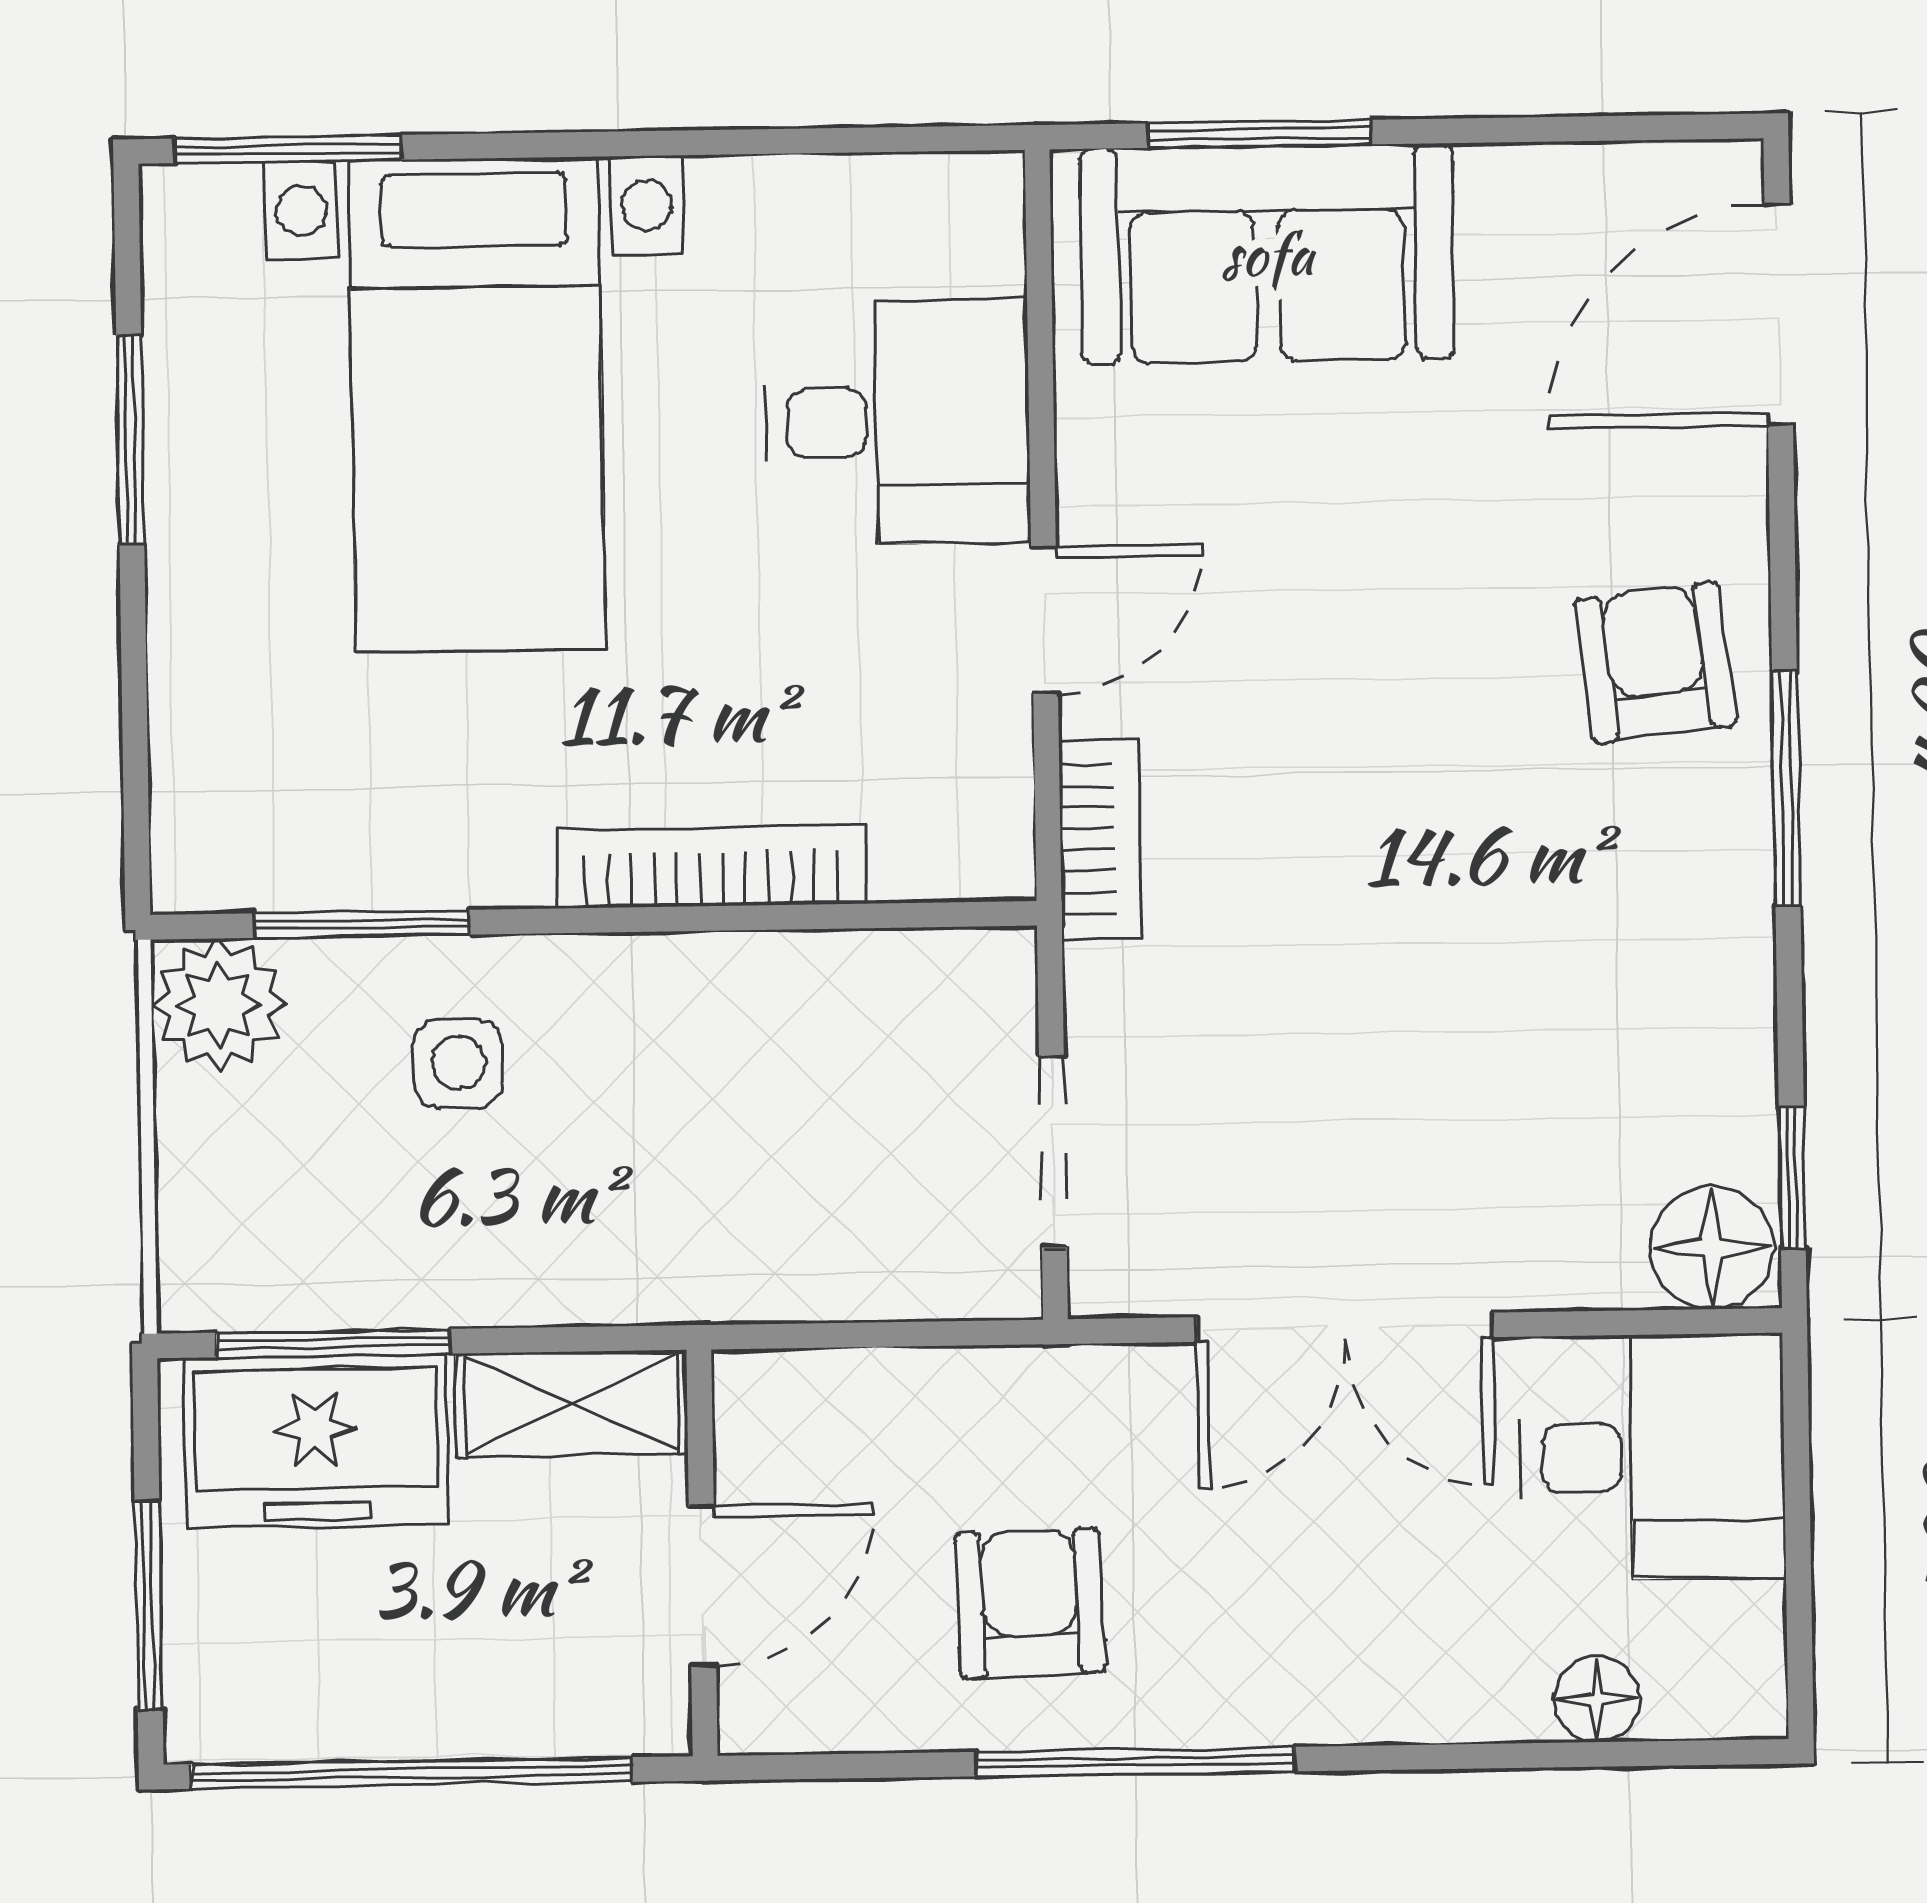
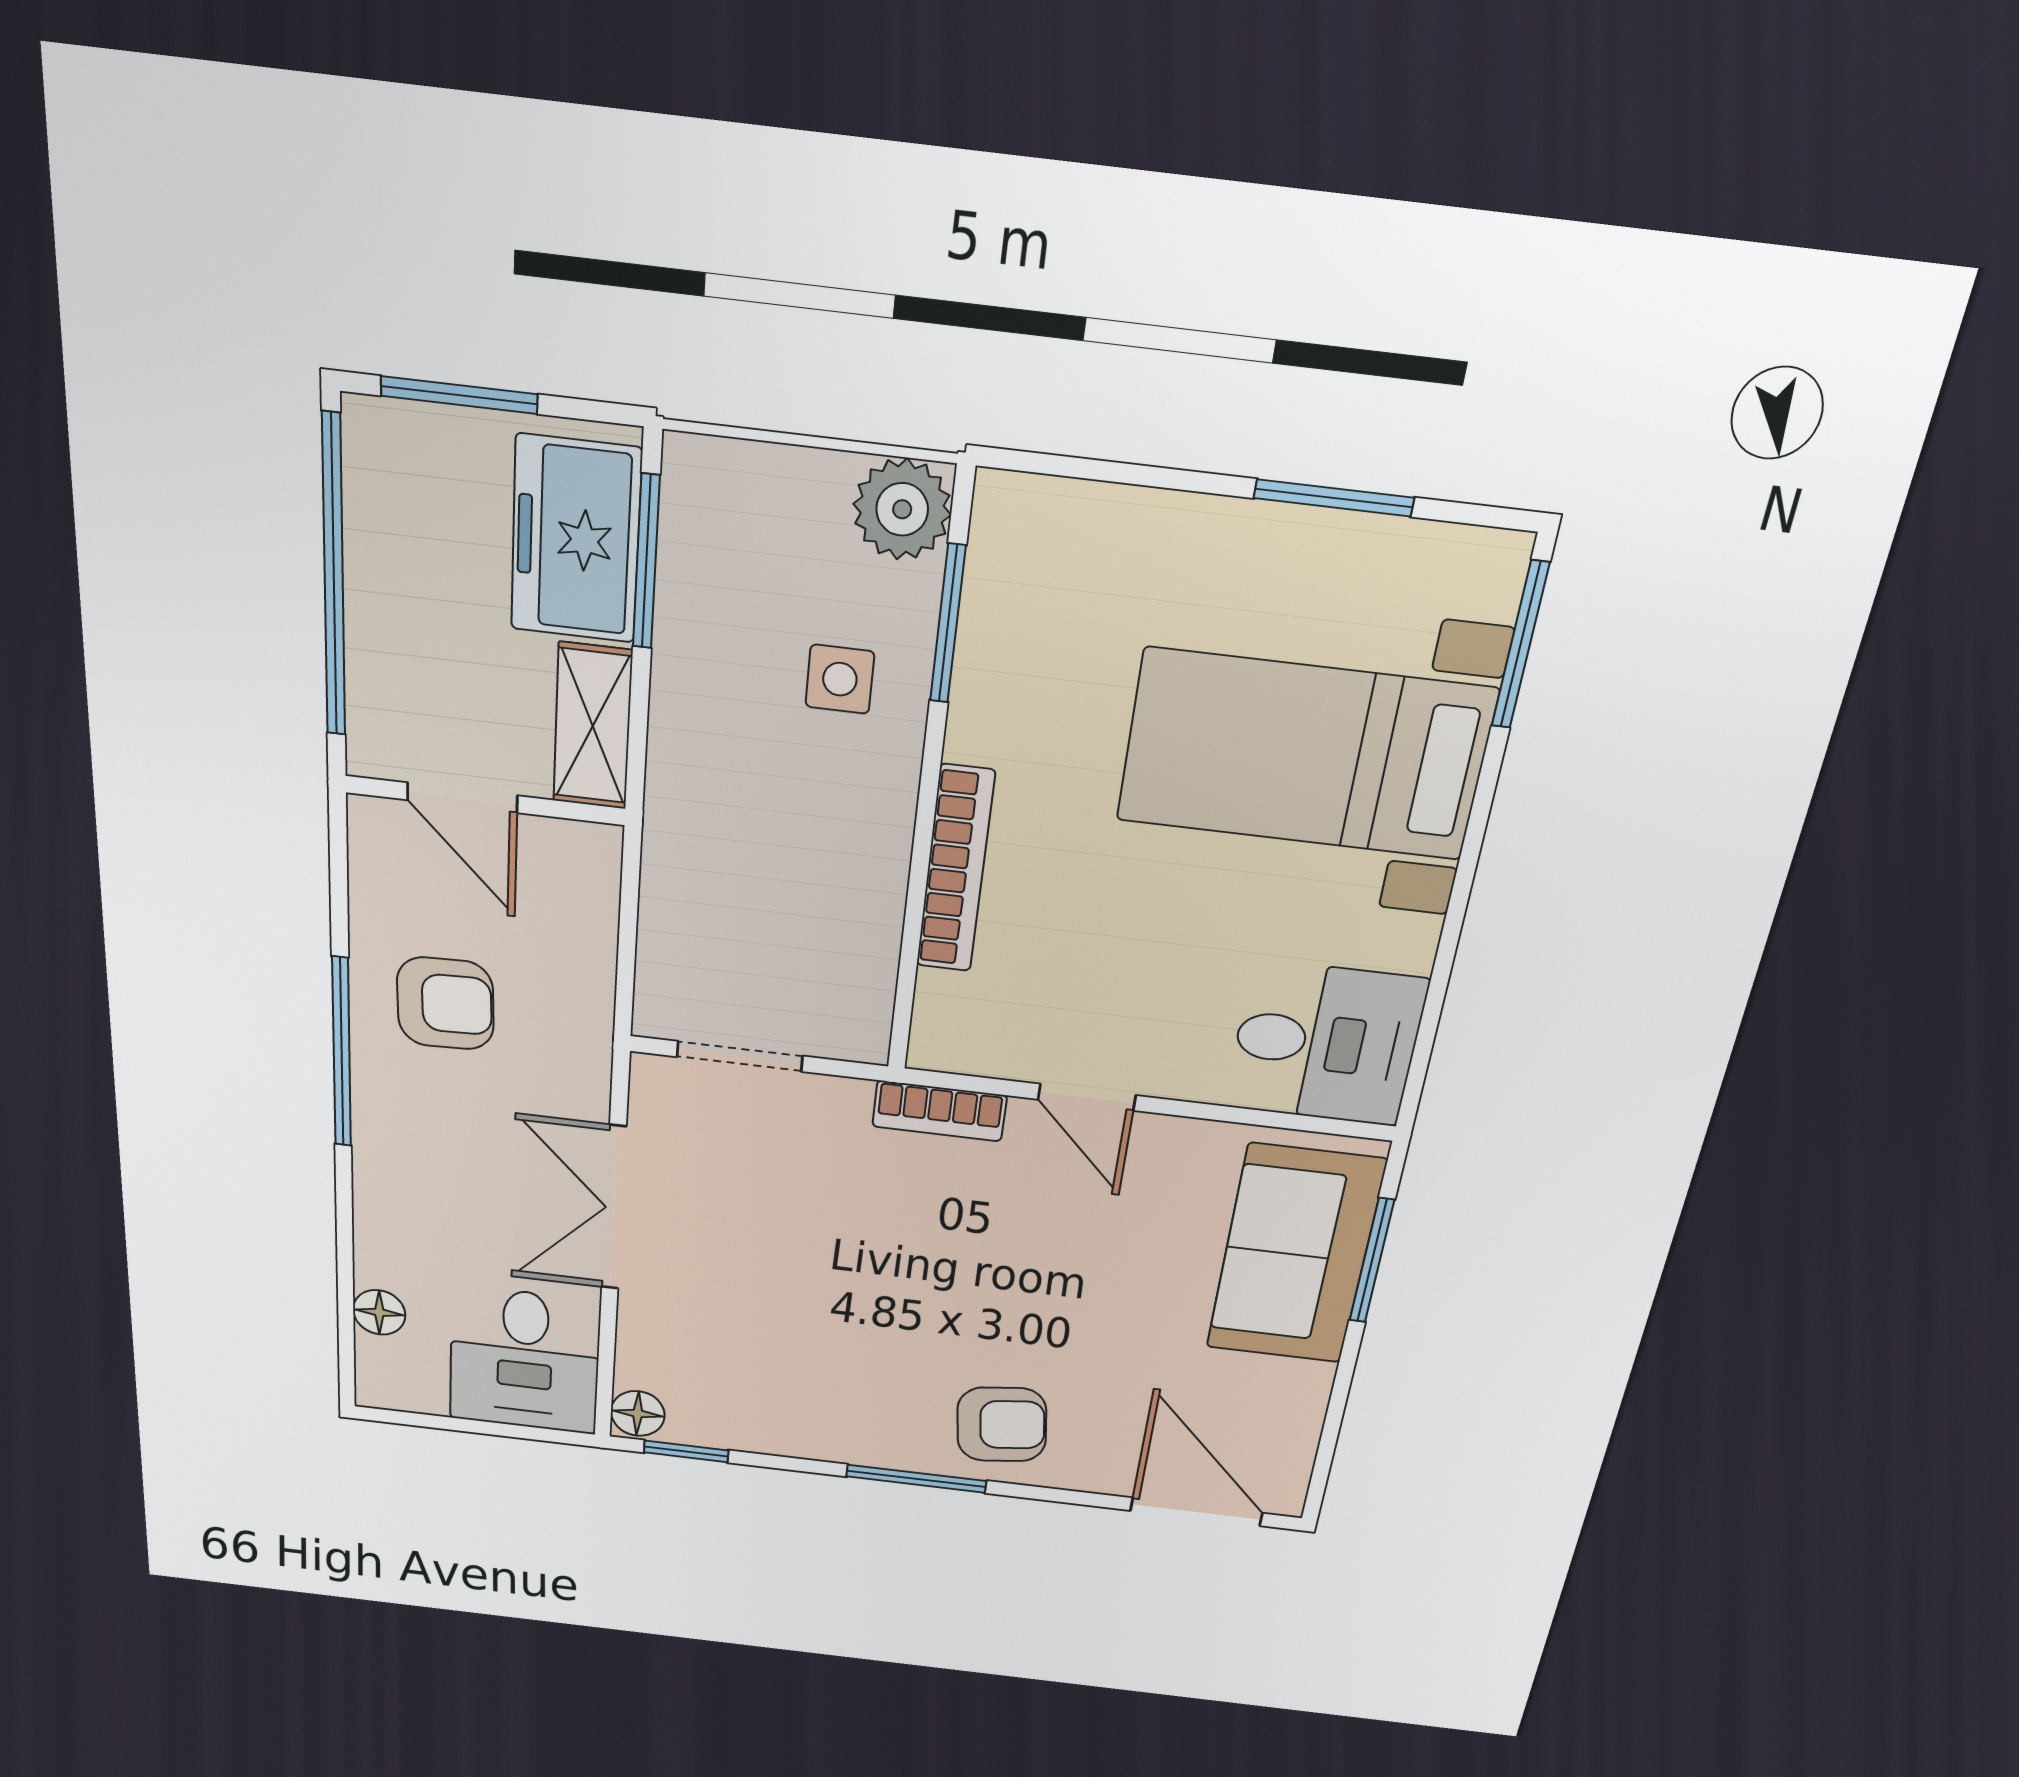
desk: (898, 422) -> (1326, 1043), moved, turned -90
floor lamp: (1712, 1248) -> (638, 1413), width x0.73, depth x0.73

